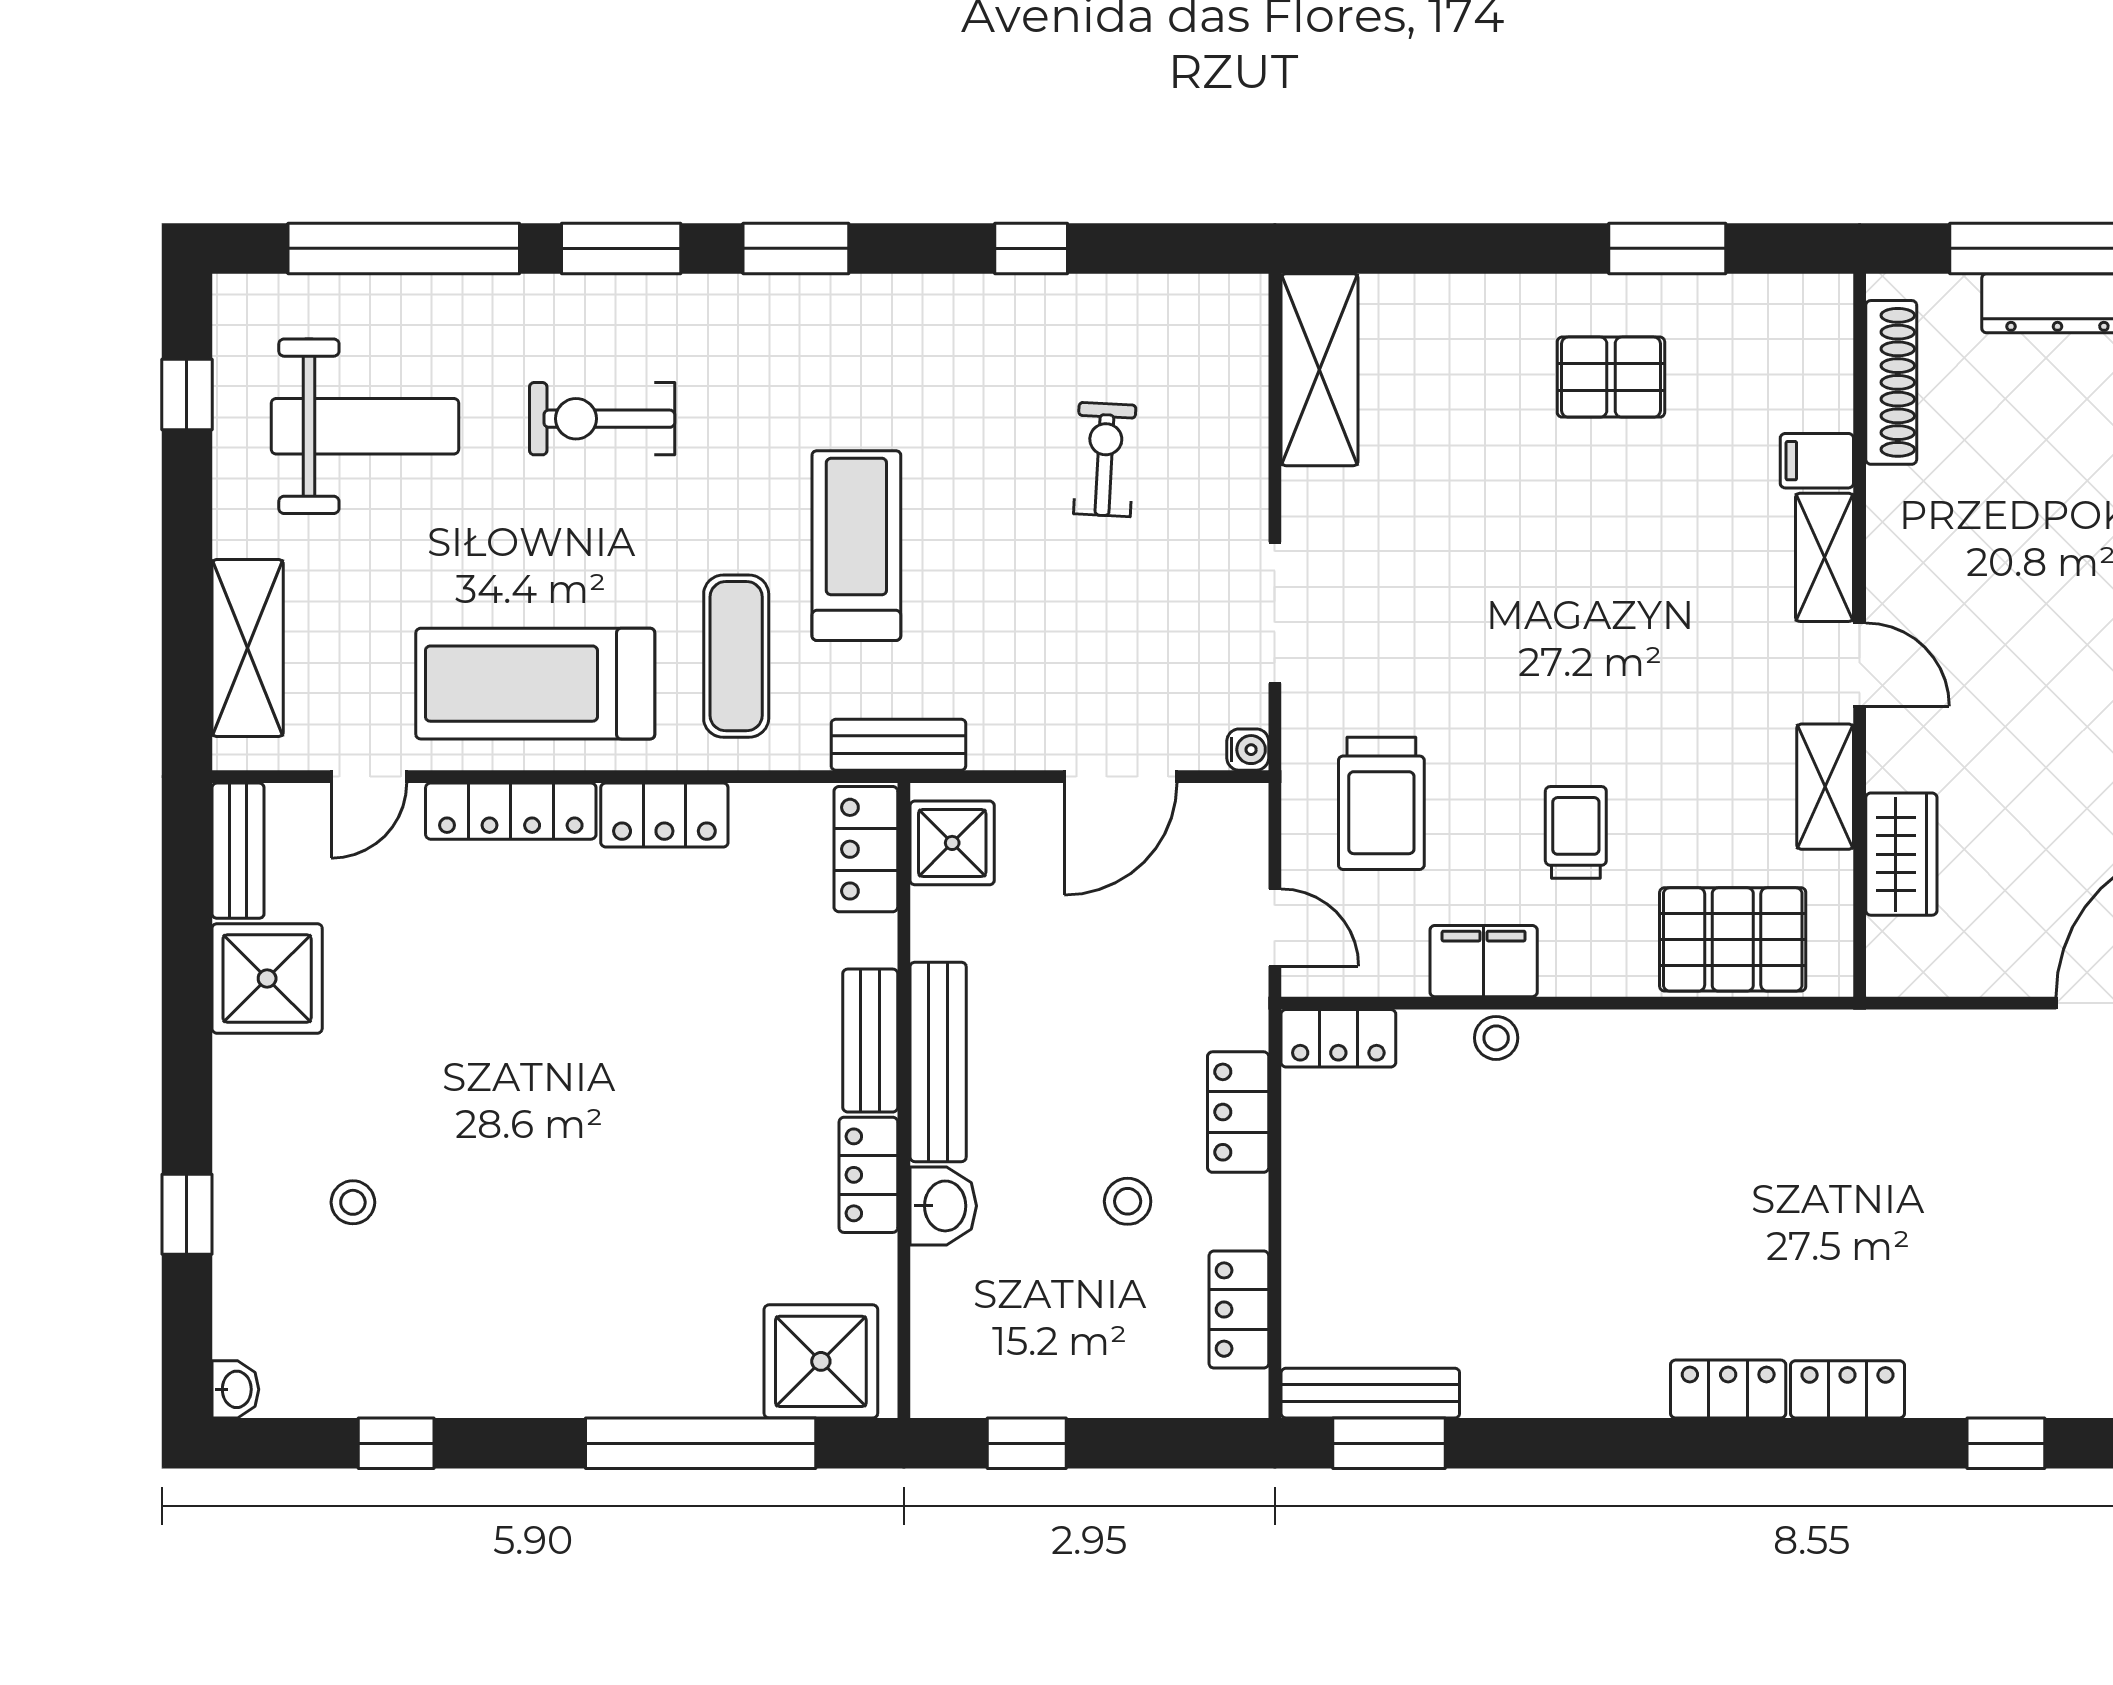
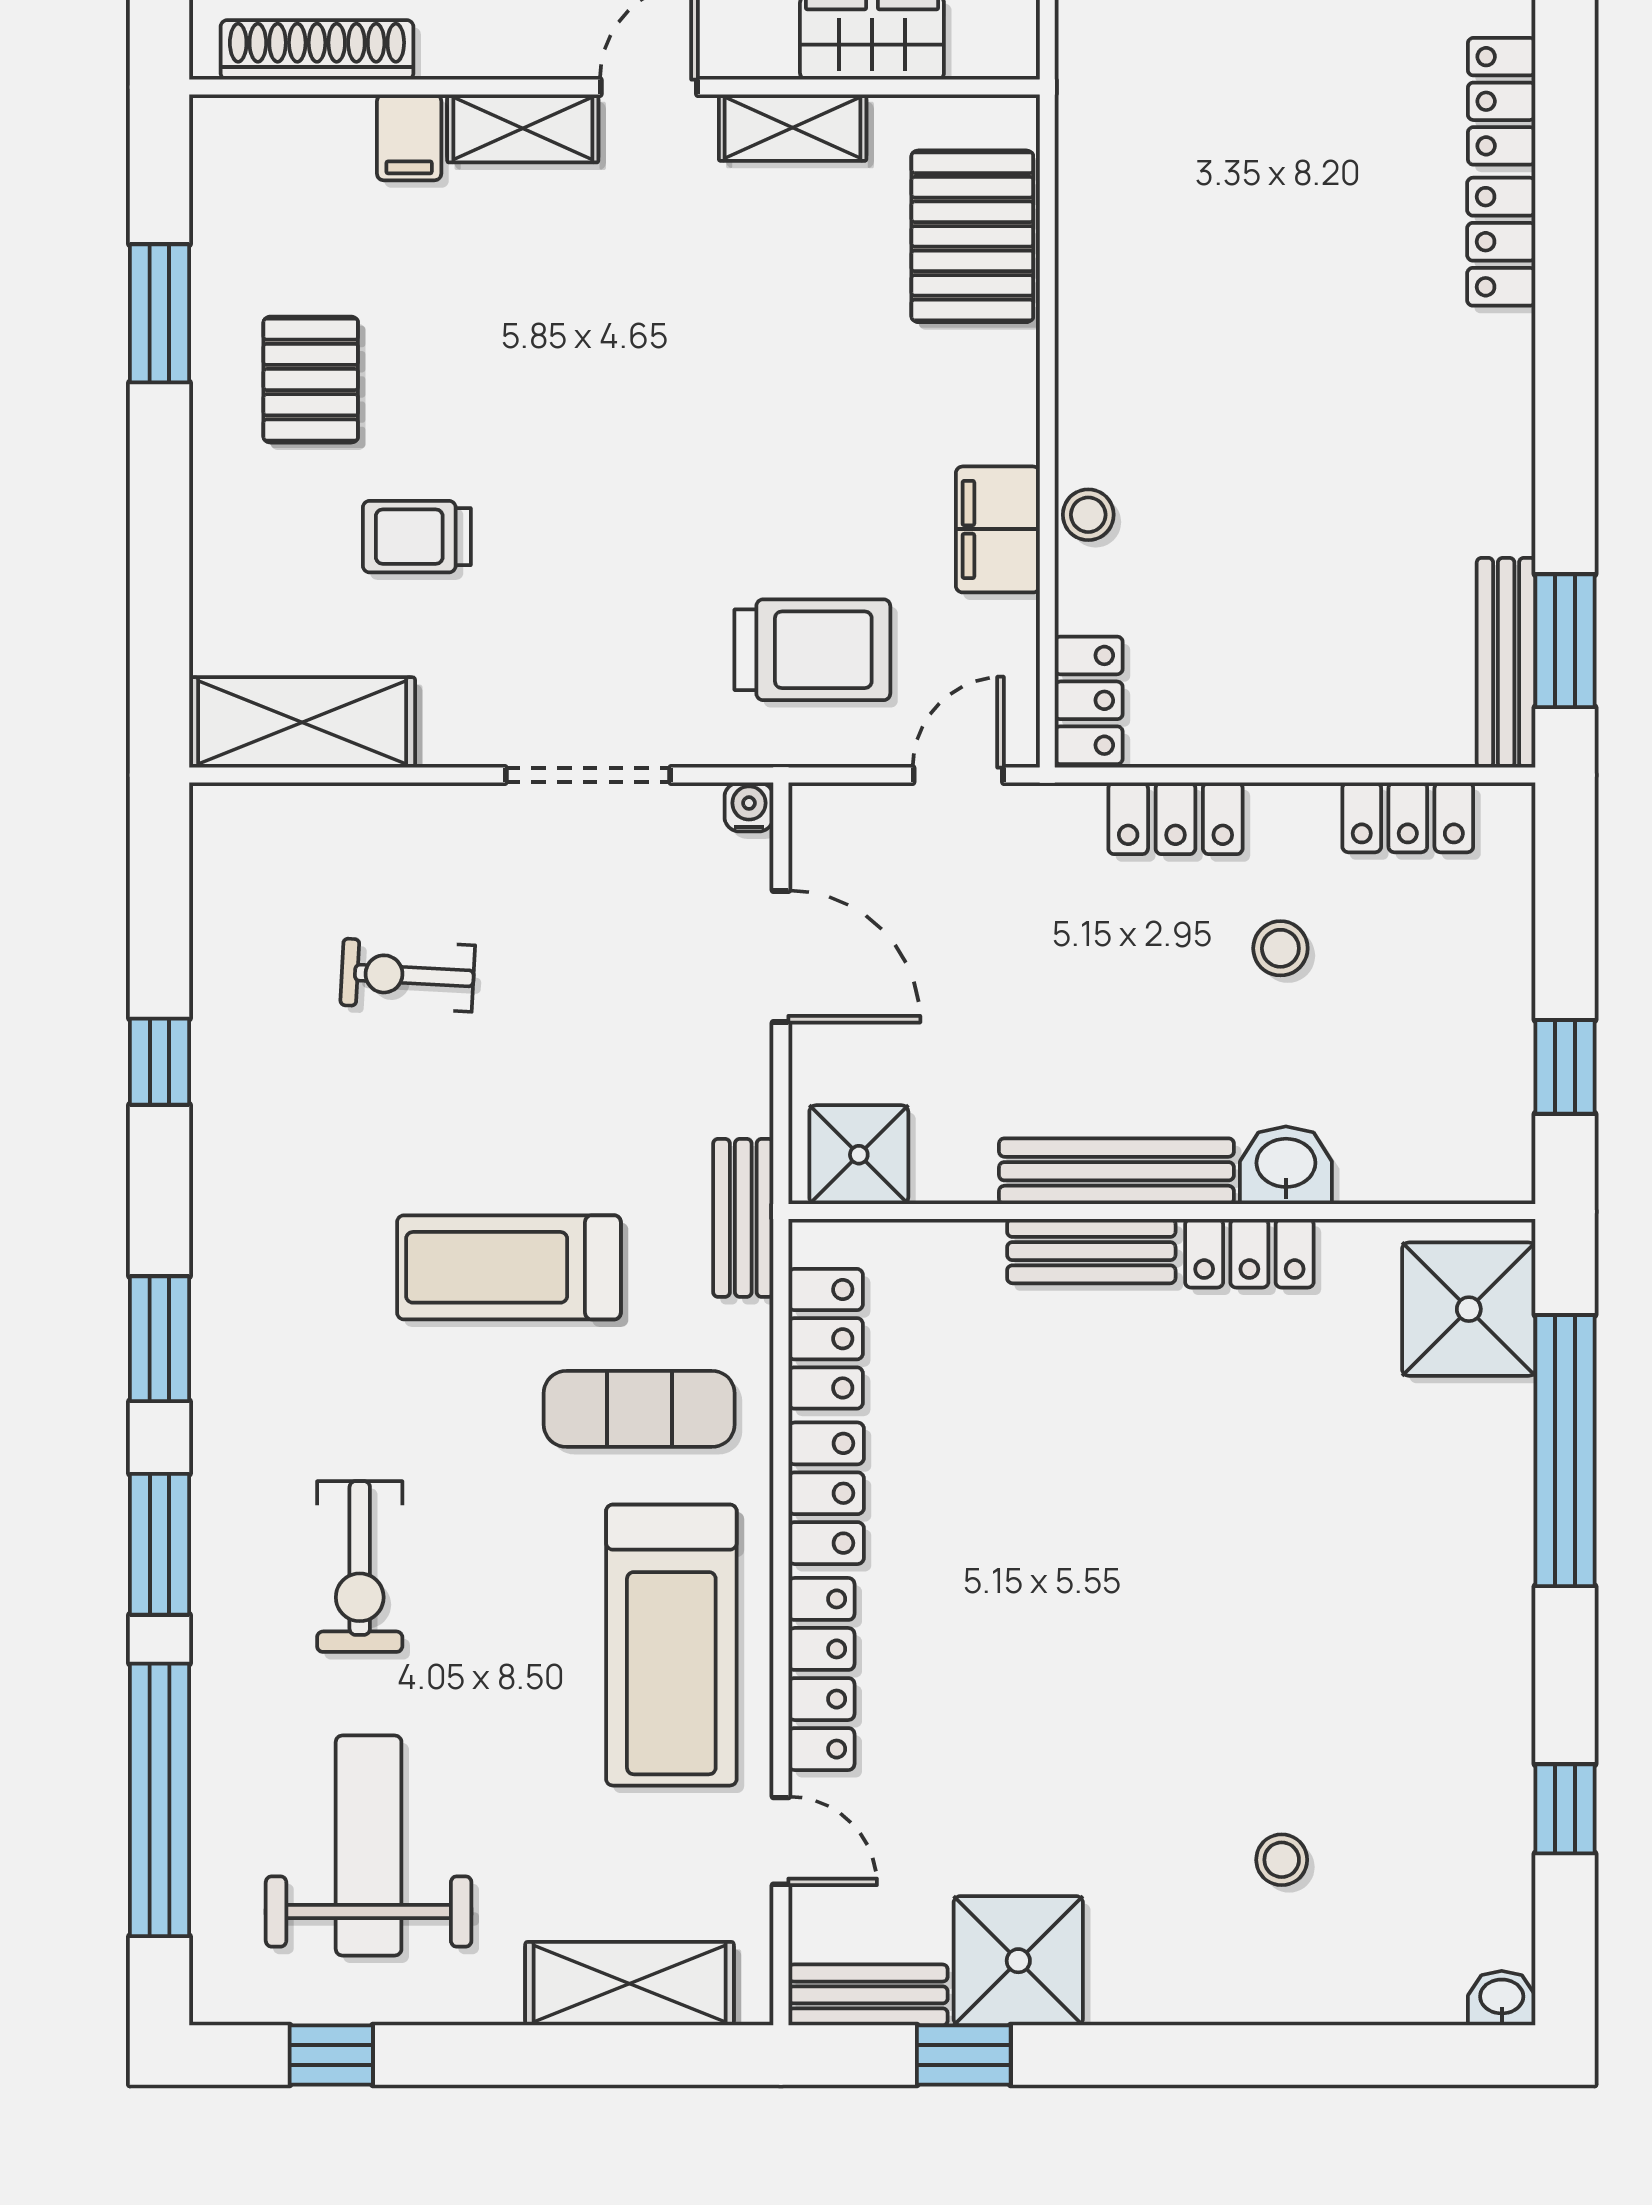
trolley: (1576, 832) -> (417, 537), moved
locker: (866, 849) -> (826, 1339), moved, turned -90
window: (187, 1214) -> (964, 2055), moved

